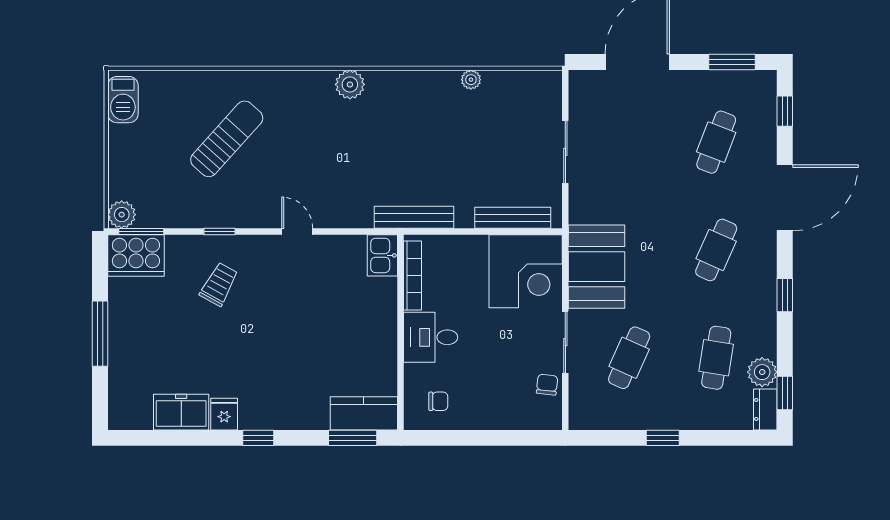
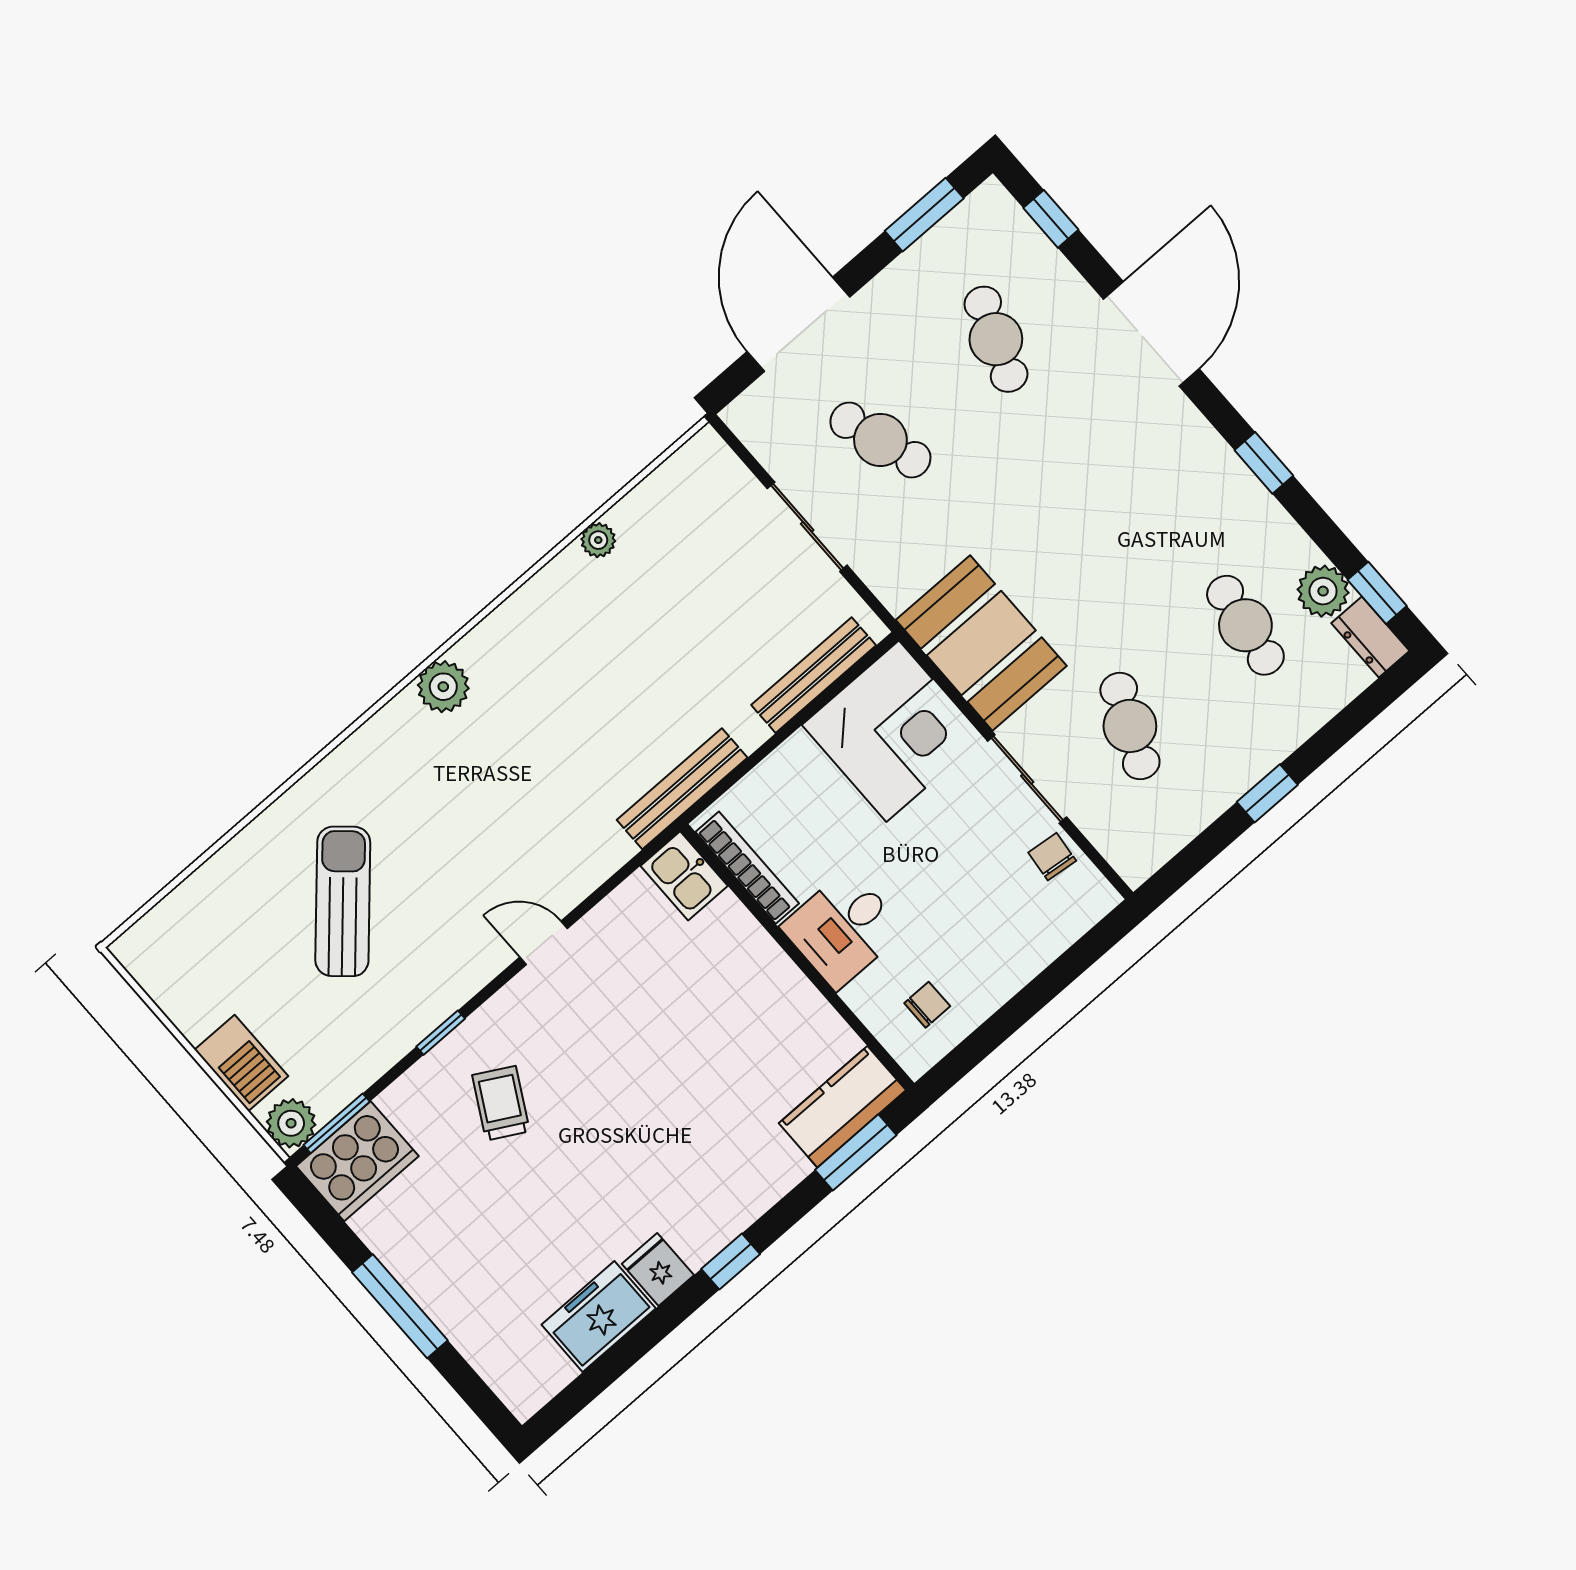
barbecue: (123, 100) -> (241, 1063), moved
cafe table: (716, 250) -> (880, 440), moved, turned -42

